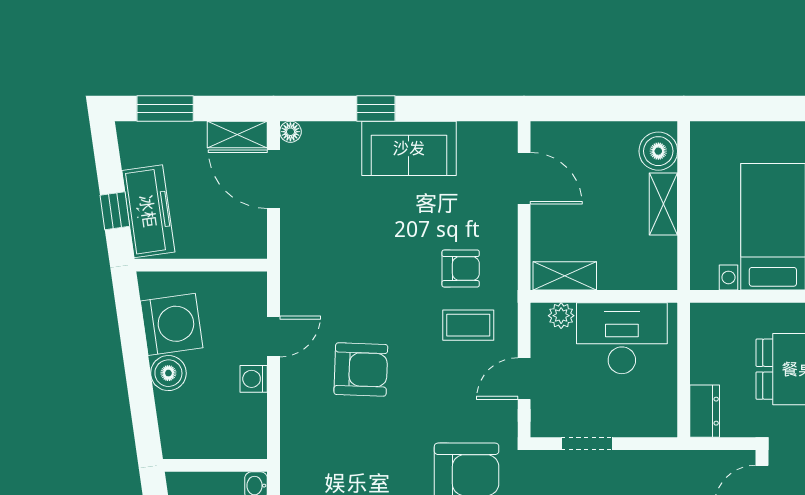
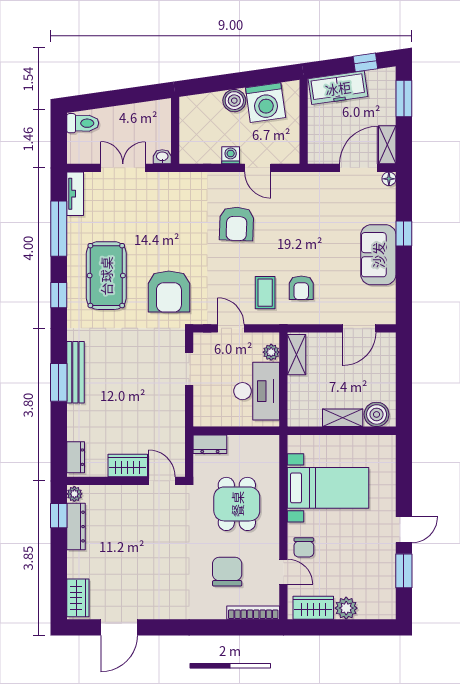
window: (115, 211) -> (365, 62), moved

